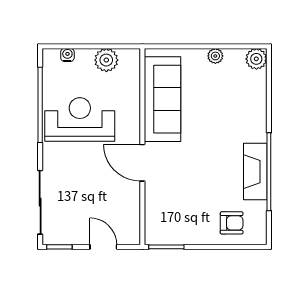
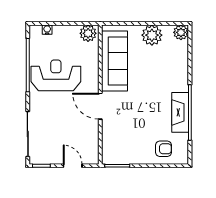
plant: (215, 56) -> (152, 35), width x1.88, depth x1.88
plant: (106, 60) -> (88, 33), moved

